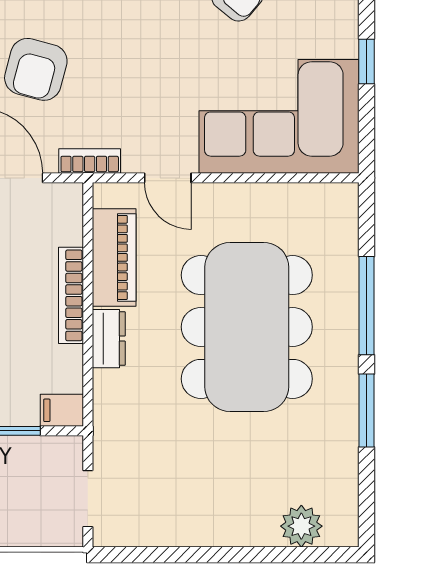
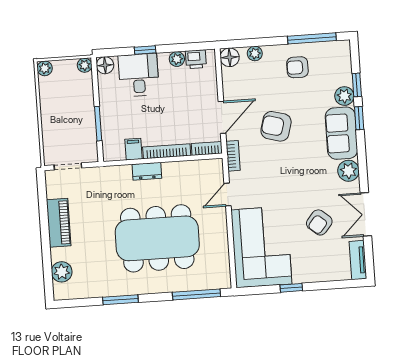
bookcase: (71, 213) -> (207, 148), added
piano: (114, 257) -> (59, 223), moved, turned -90
window: (366, 306) -> (196, 294), moved
filing cabinet: (62, 410) -> (133, 149), moved

